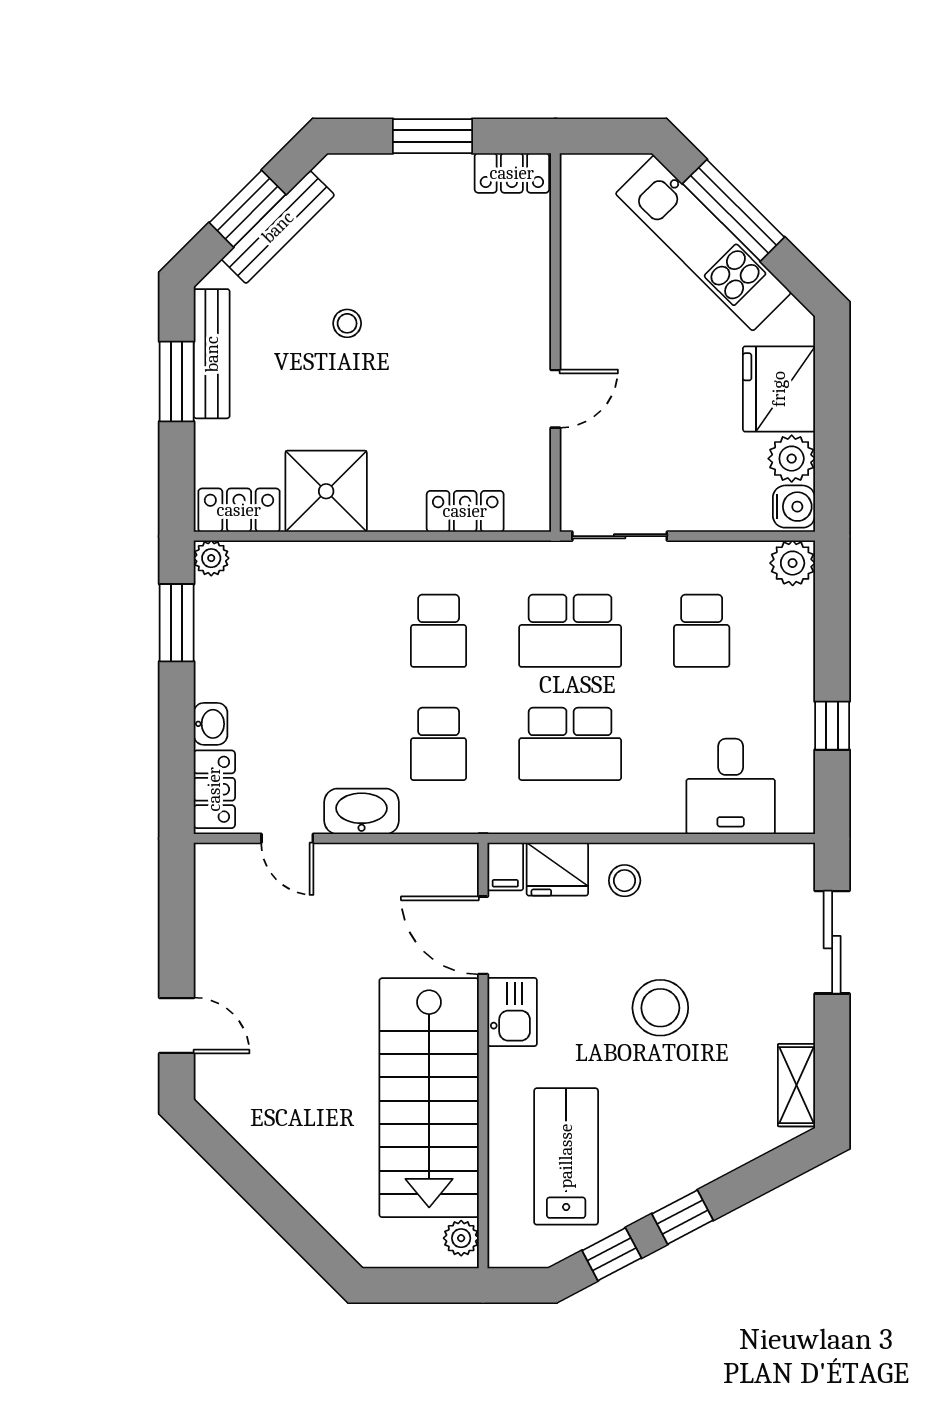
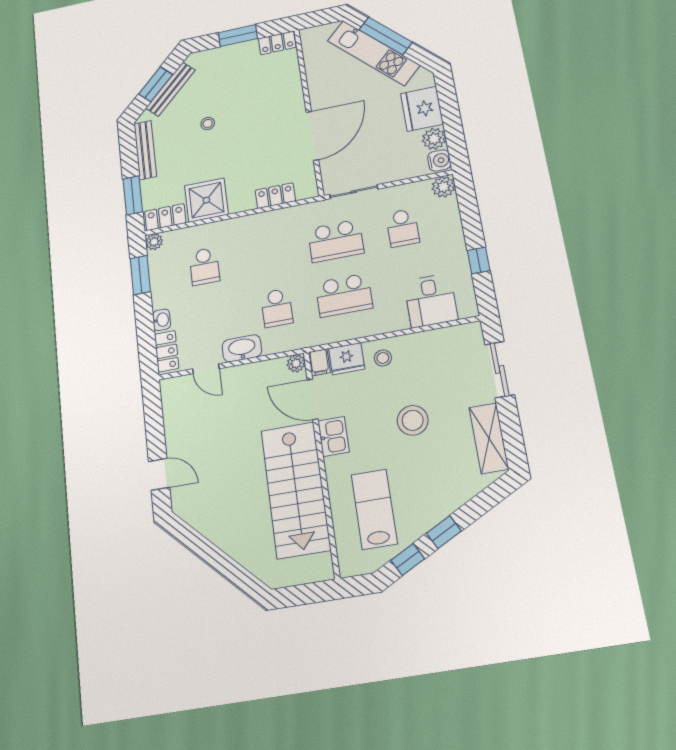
window: (177, 382) -> (133, 195), moved
door: (555, 399) -> (312, 136), width x1.88
school desk: (439, 631) -> (204, 266), moved
shelving: (796, 1085) -> (489, 438), width x1.50, depth x1.33
plant: (461, 1238) -> (296, 363), moved

